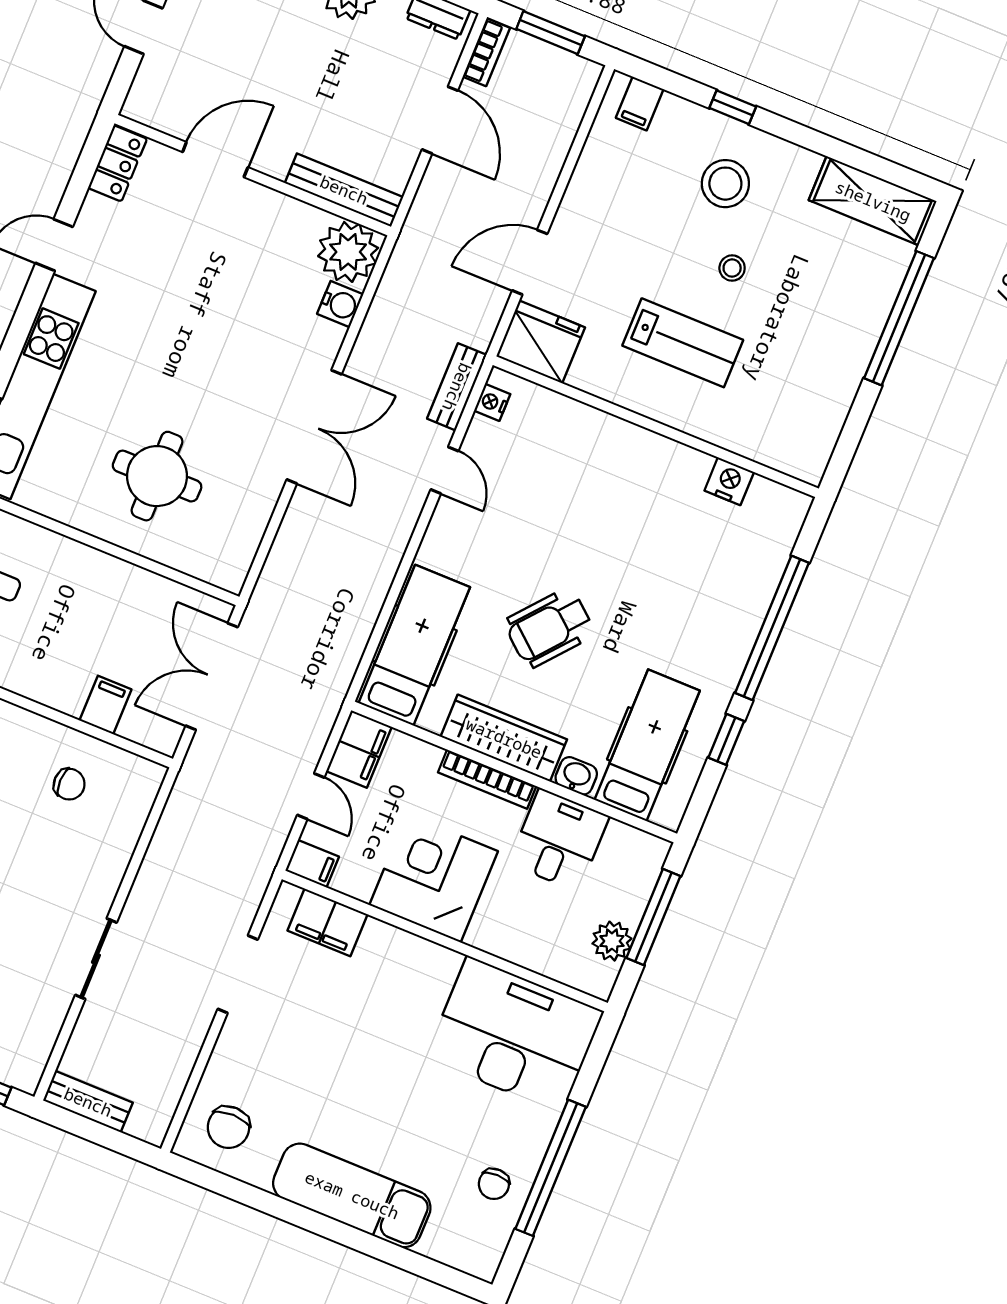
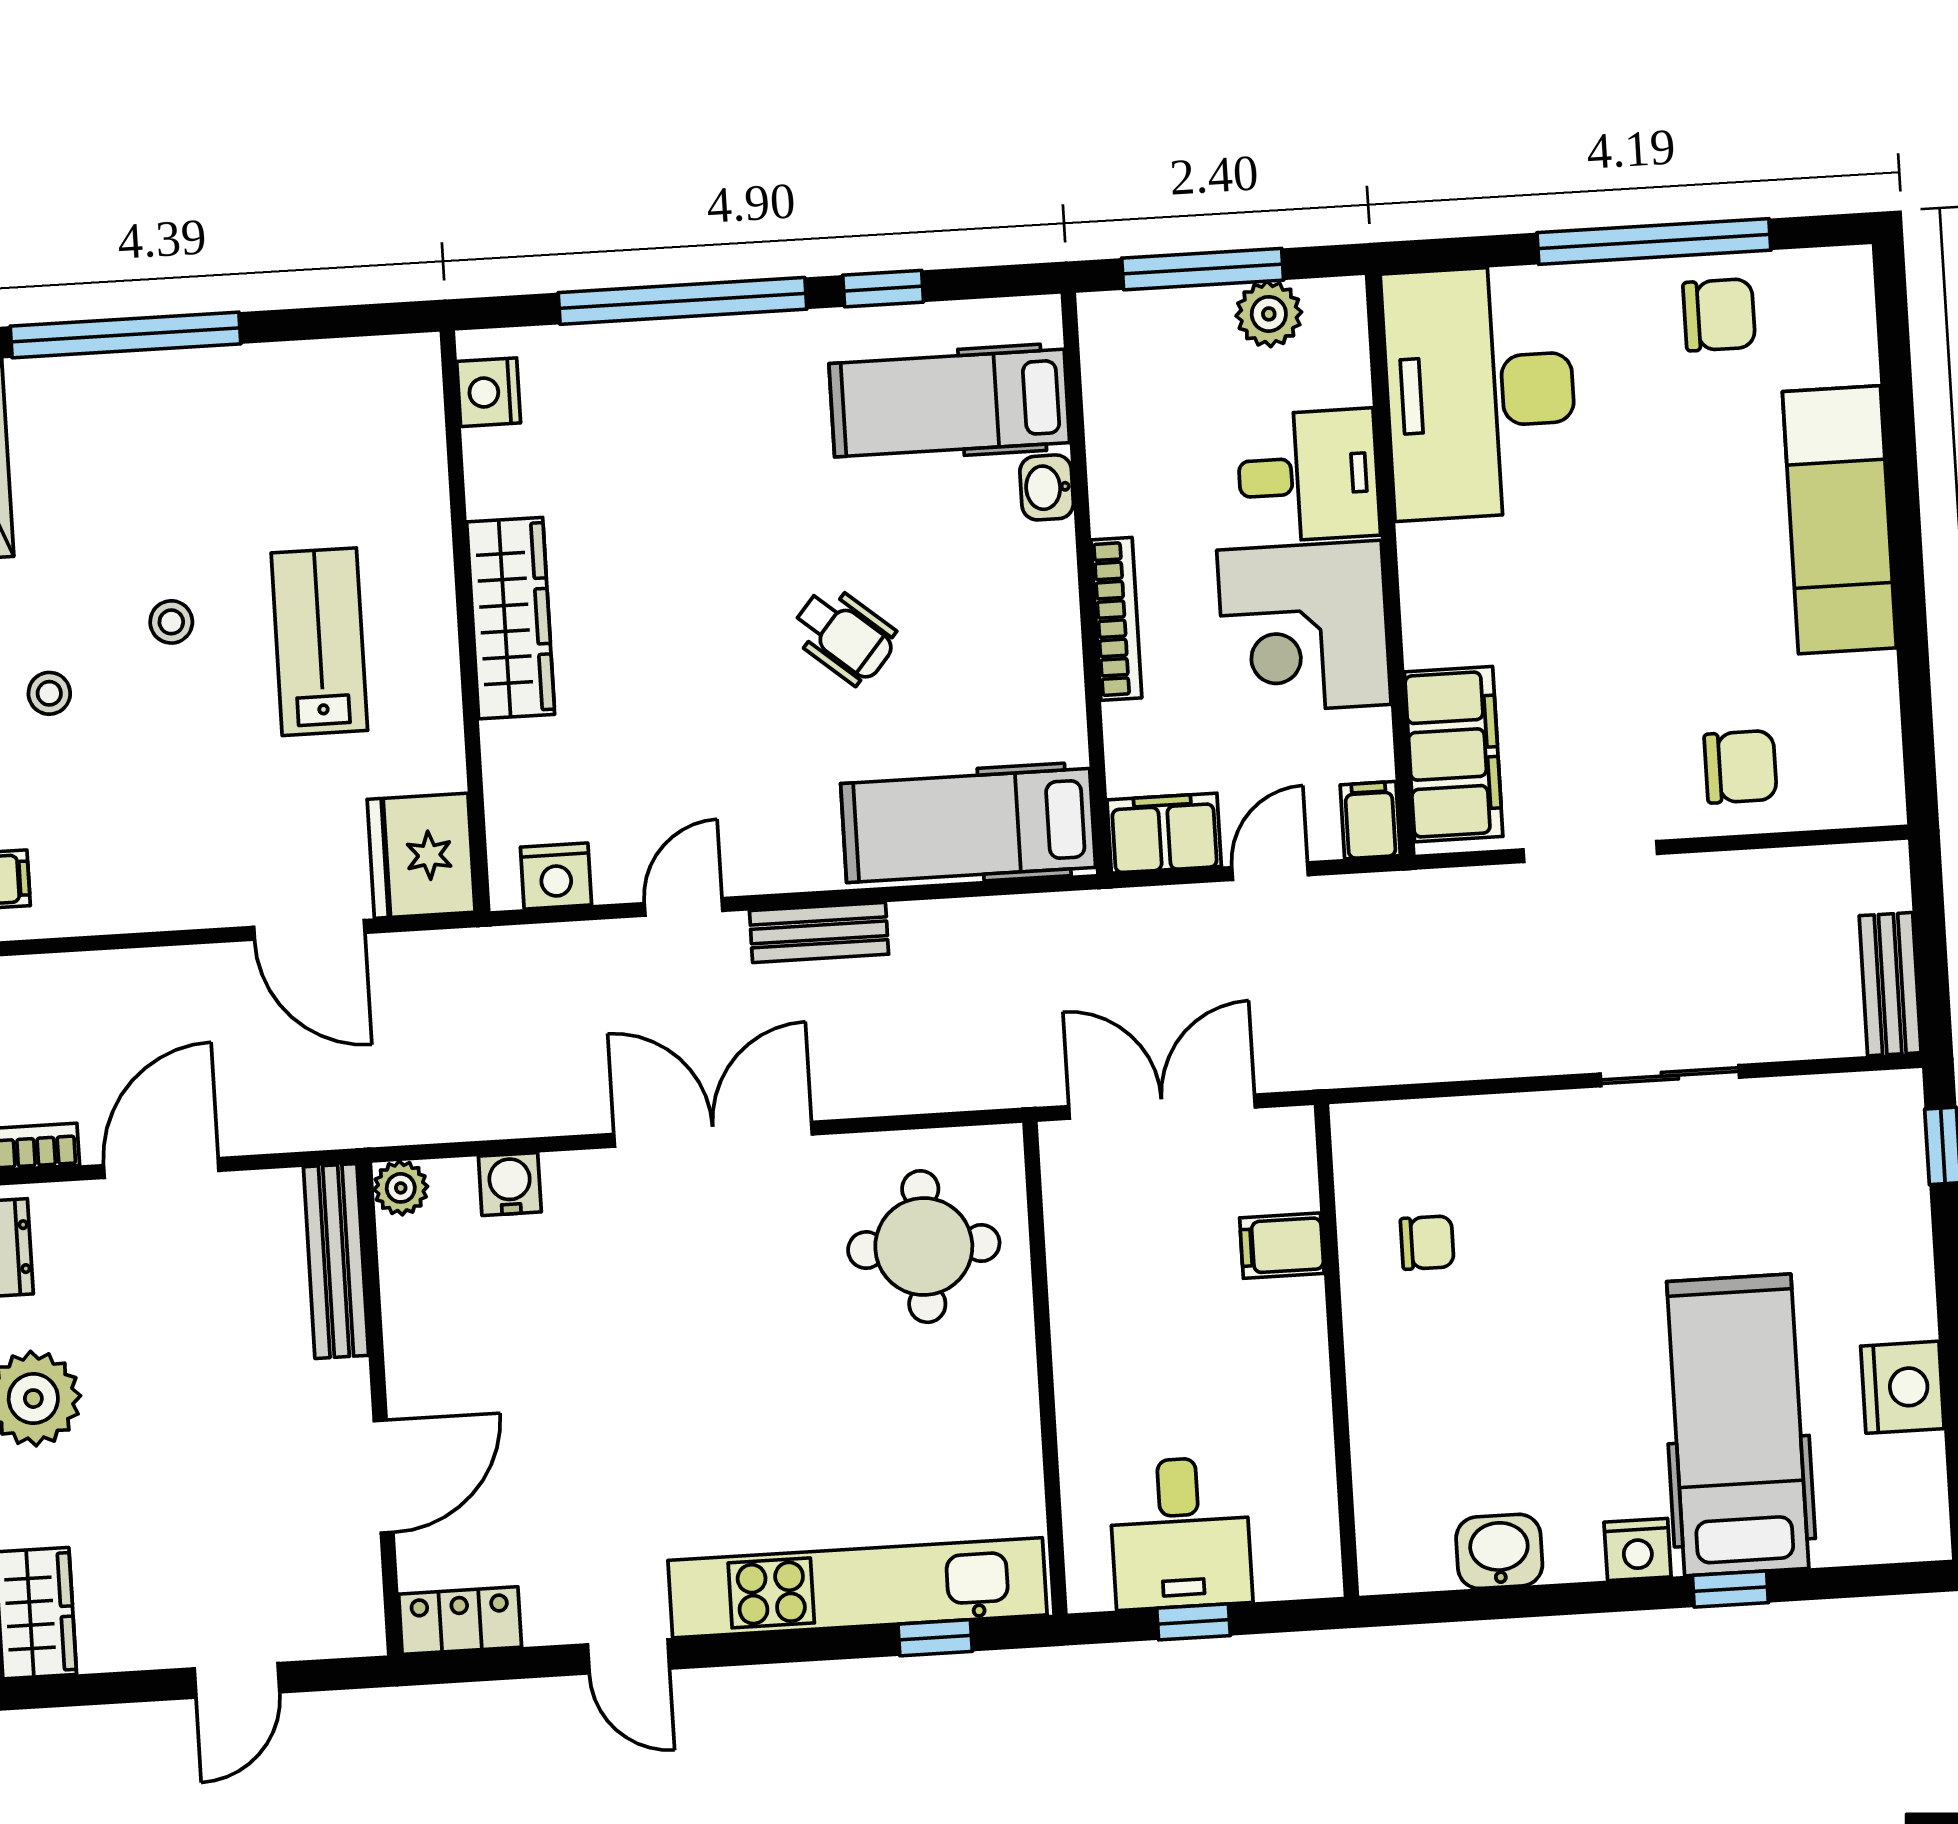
door: (215, 160) -> (384, 1477), swing flipped
stool: (725, 184) -> (49, 693), width x0.53, depth x0.53
plant: (348, 252) -> (401, 1188), width x0.53, depth x0.53
bench: (457, 387) -> (819, 932), moved
nightstand: (492, 402) -> (556, 876), width x1.39, depth x1.35
round table: (157, 476) -> (924, 1247), moved
nightstand: (729, 481) -> (489, 392), moved
wheelchair: (549, 628) -> (844, 635), width x0.73, depth x0.73
double door: (212, 676) -> (1162, 1107), swing flipped
wardrobe: (504, 738) -> (511, 618), moved, turned 180
chair: (69, 784) -> (1427, 1243), turned 90
desk: (559, 840) -> (1308, 476), moved, turned 180
filing cabinet: (327, 922) -> (1454, 754), width x1.50, depth x1.17
chair: (229, 1127) -> (1740, 767), moved
chair: (494, 1184) -> (1719, 315), width x1.37, depth x1.37

